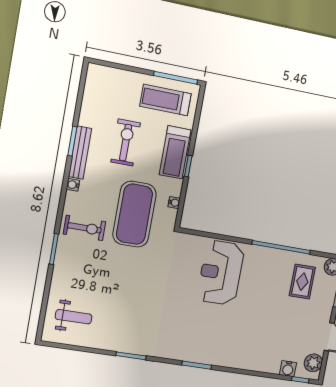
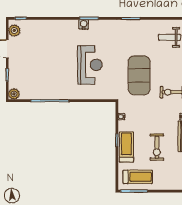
exercise mat: (134, 214) -> (139, 75), moved
reception desk: (221, 273) -> (90, 65), moved
rug: (302, 282) -> (32, 81), removed
water cooler: (288, 369) -> (84, 24), moved

